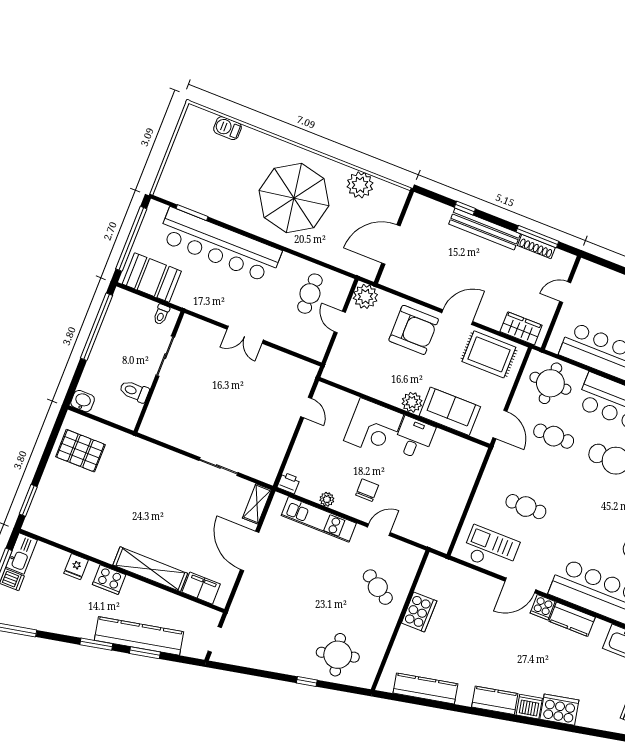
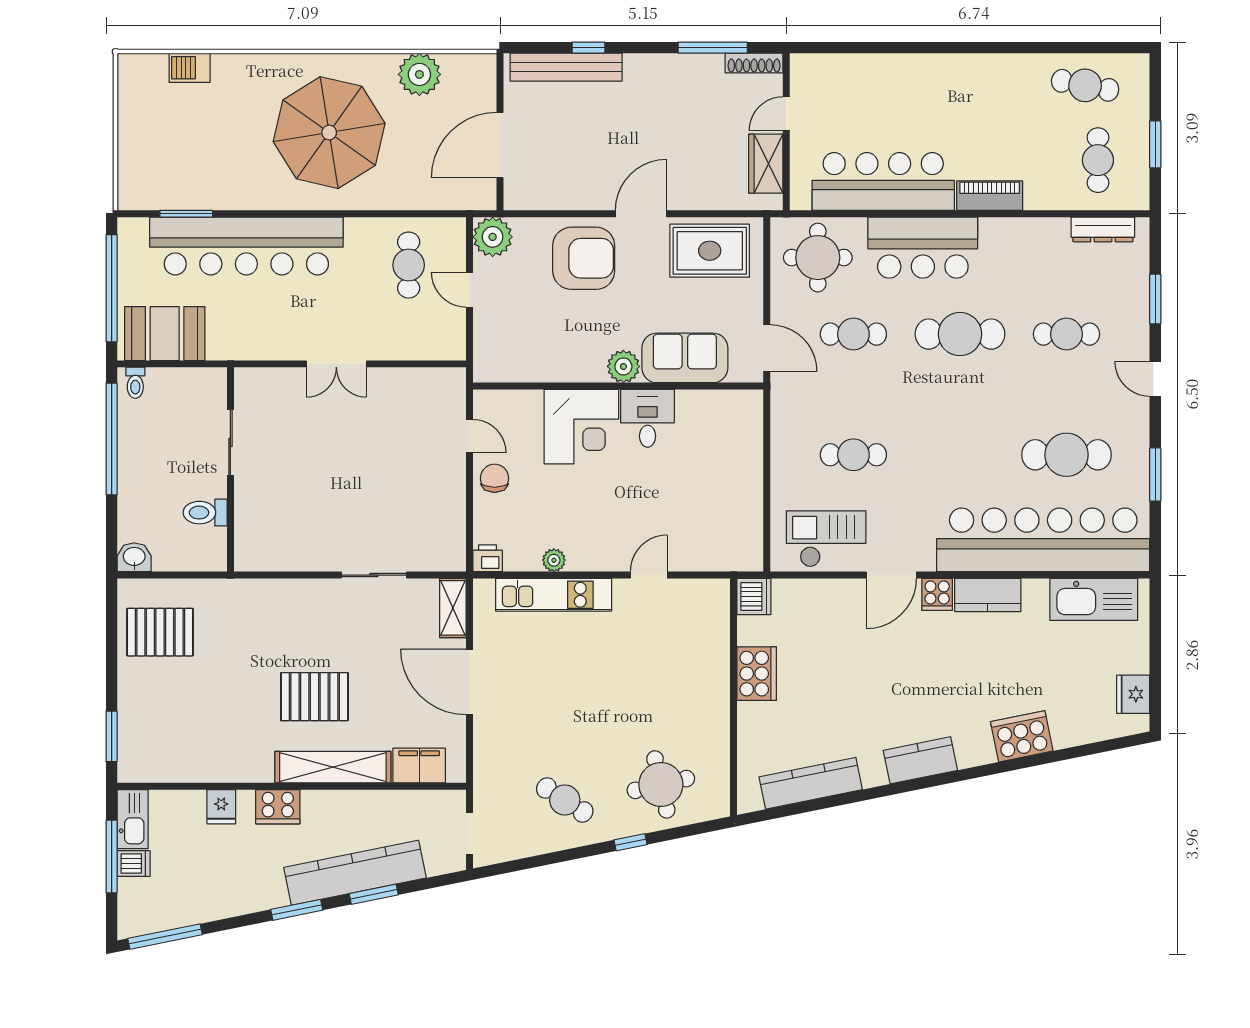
bench: (485, 229) -> (566, 67), moved
shoe rack: (536, 247) -> (754, 63), moved
toilet: (161, 314) -> (135, 383), moved
wardrobe: (521, 328) -> (766, 164), moved, turned -90
chair: (367, 490) -> (495, 478), moved
pallet: (156, 524) -> (314, 697), added
cafe table: (378, 587) -> (565, 800), moved
dishwasher: (529, 707) -> (754, 597), moved, turned 101

